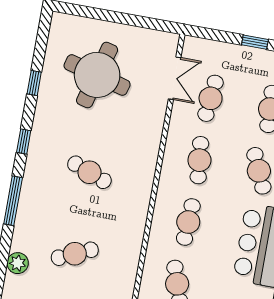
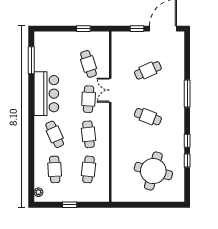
double door: (175, 78) -> (110, 90), moved
window: (24, 142) -> (187, 141), moved
plant: (18, 263) -> (178, 60), removed

